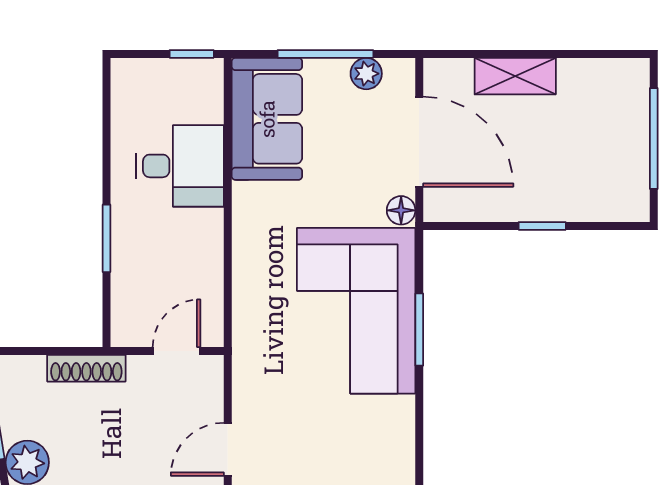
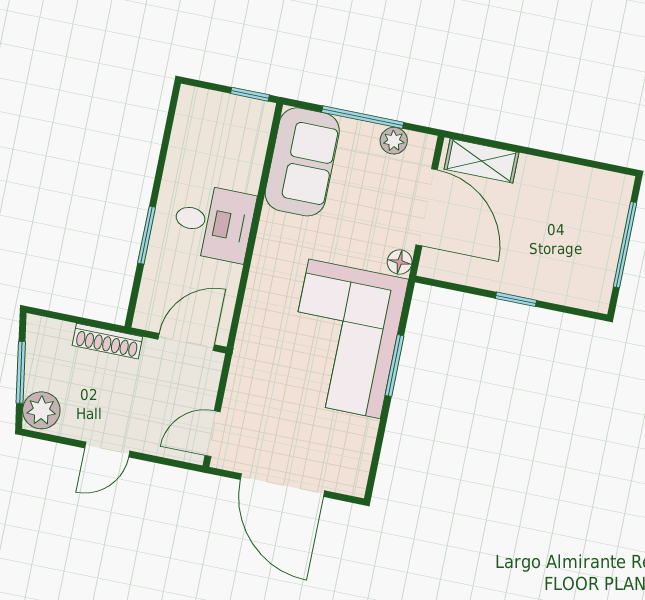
shelving: (515, 76) -> (482, 161), moved
desk: (180, 166) -> (213, 223), moved
door: (177, 351) -> (186, 342), width x1.38

